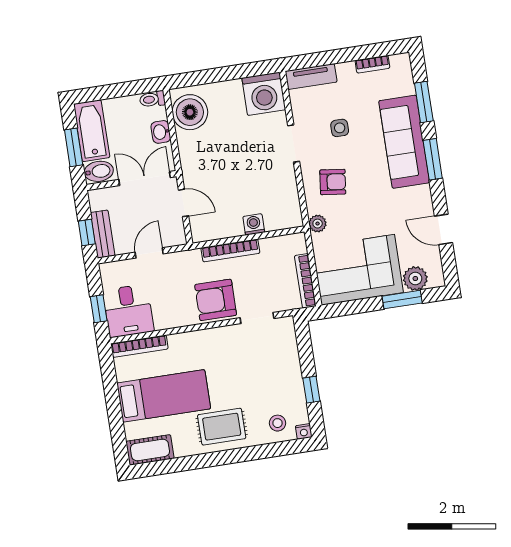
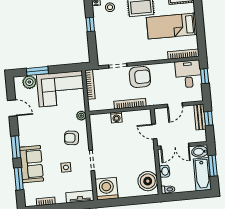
sofa: (404, 142) -> (31, 164), width x0.73

